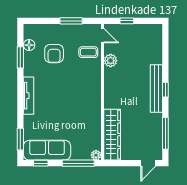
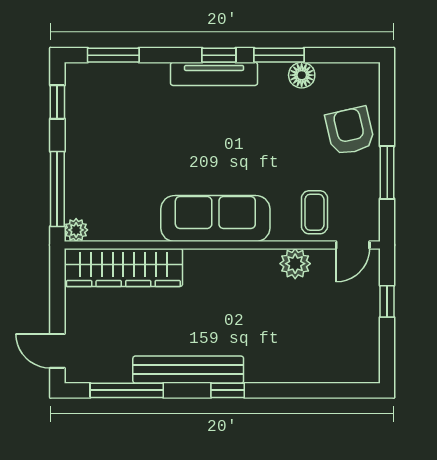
floor lamp: (29, 45) -> (302, 75), moved
armchair: (54, 54) -> (350, 131), moved, turned 77
window: (20, 57) -> (279, 55), moved
bench: (156, 88) -> (188, 370), moved
window: (20, 93) -> (219, 55), added
sofa: (47, 150) -> (215, 219), moved, turned -90

